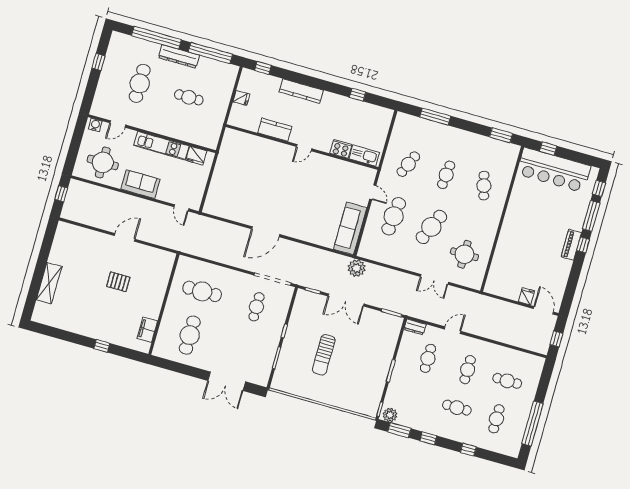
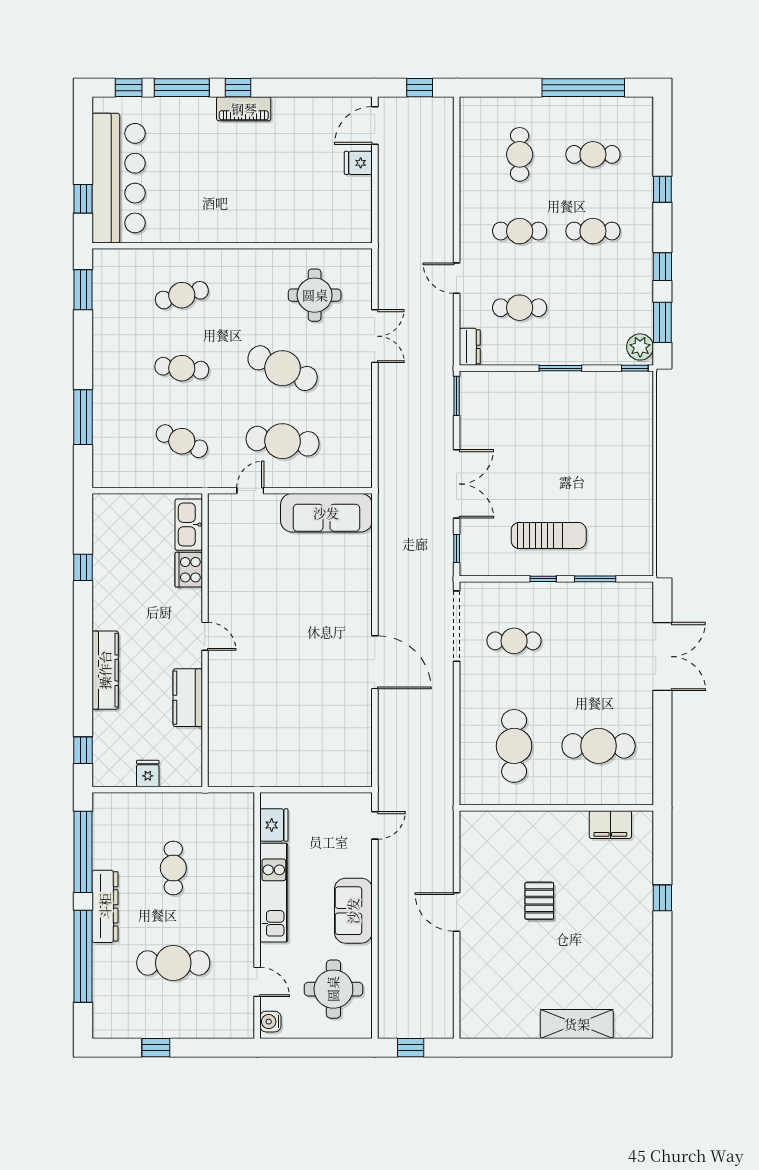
plant: (357, 268) -> (394, 481), removed
sun lounger: (324, 355) -> (549, 535), moved
cafe table: (457, 408) -> (593, 231), turned 90

